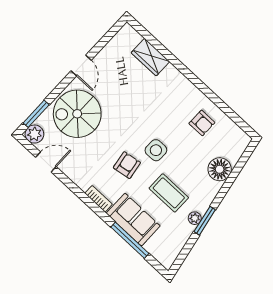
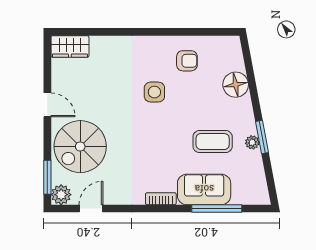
wardrobe: (150, 57) -> (70, 46), moved
side table: (156, 150) -> (154, 92), moved
armchair: (127, 165) -> (158, 151), removed

